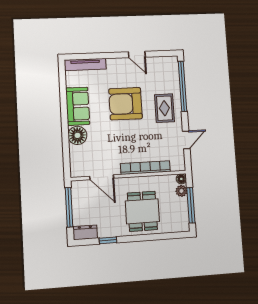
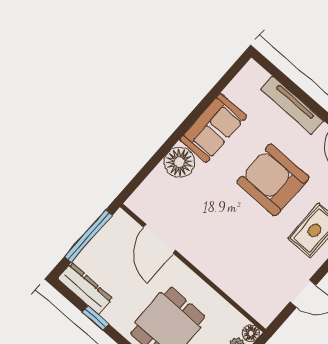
tv unit: (85, 65) -> (292, 105), moved
bookcase: (145, 168) -> (222, 278), removed
dresser: (85, 232) -> (85, 288), width x1.44

